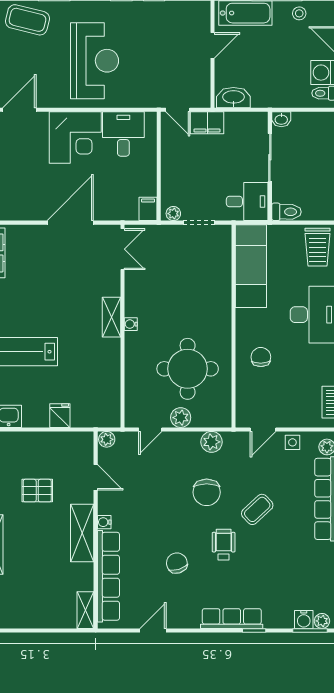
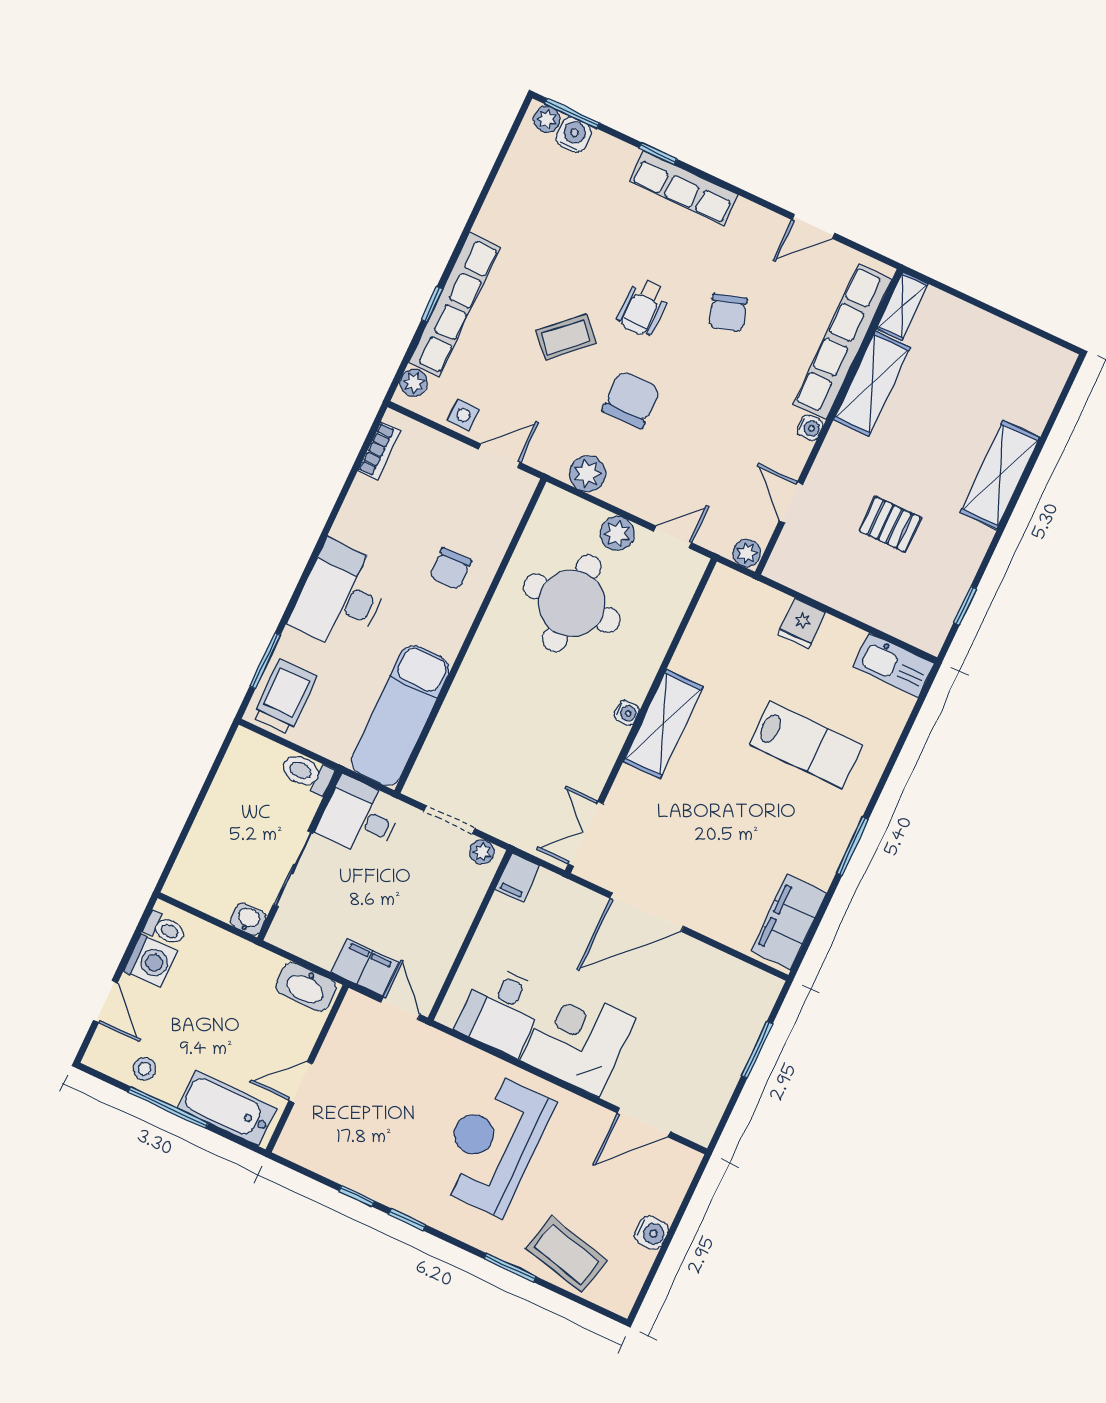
shelving: (112, 317) -> (663, 724), width x1.50, depth x1.33
shelving: (82, 533) -> (872, 384), moved

